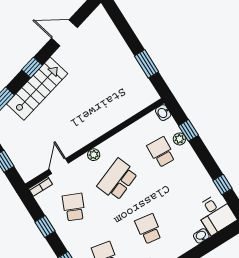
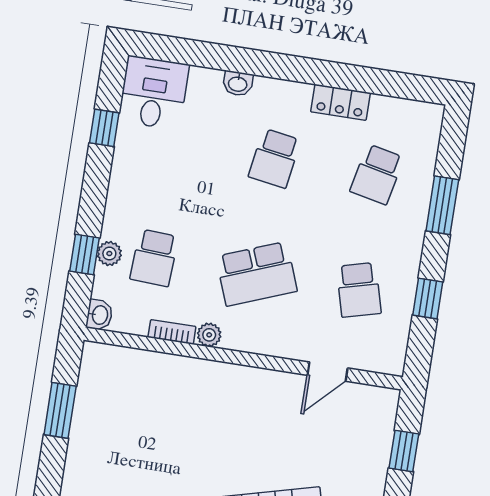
plant: (94, 155) -> (209, 335), moved
bookcase: (41, 187) -> (172, 332), moved
school desk: (74, 207) -> (359, 290), turned -39
washbasin: (201, 236) -> (238, 84), moved

